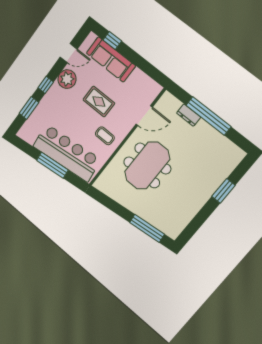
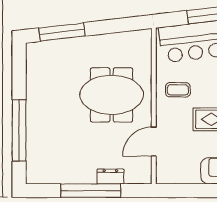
meeting table: (147, 165) -> (112, 95), turned 90
window: (223, 191) -> (19, 130), width x2.11

